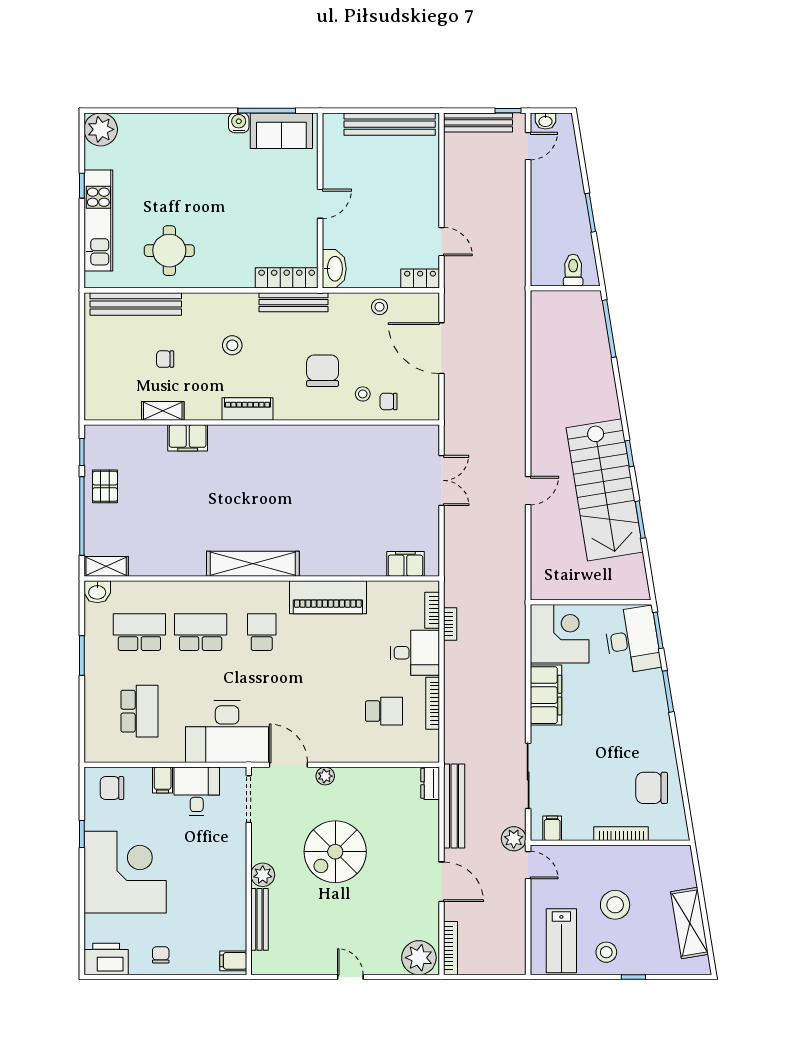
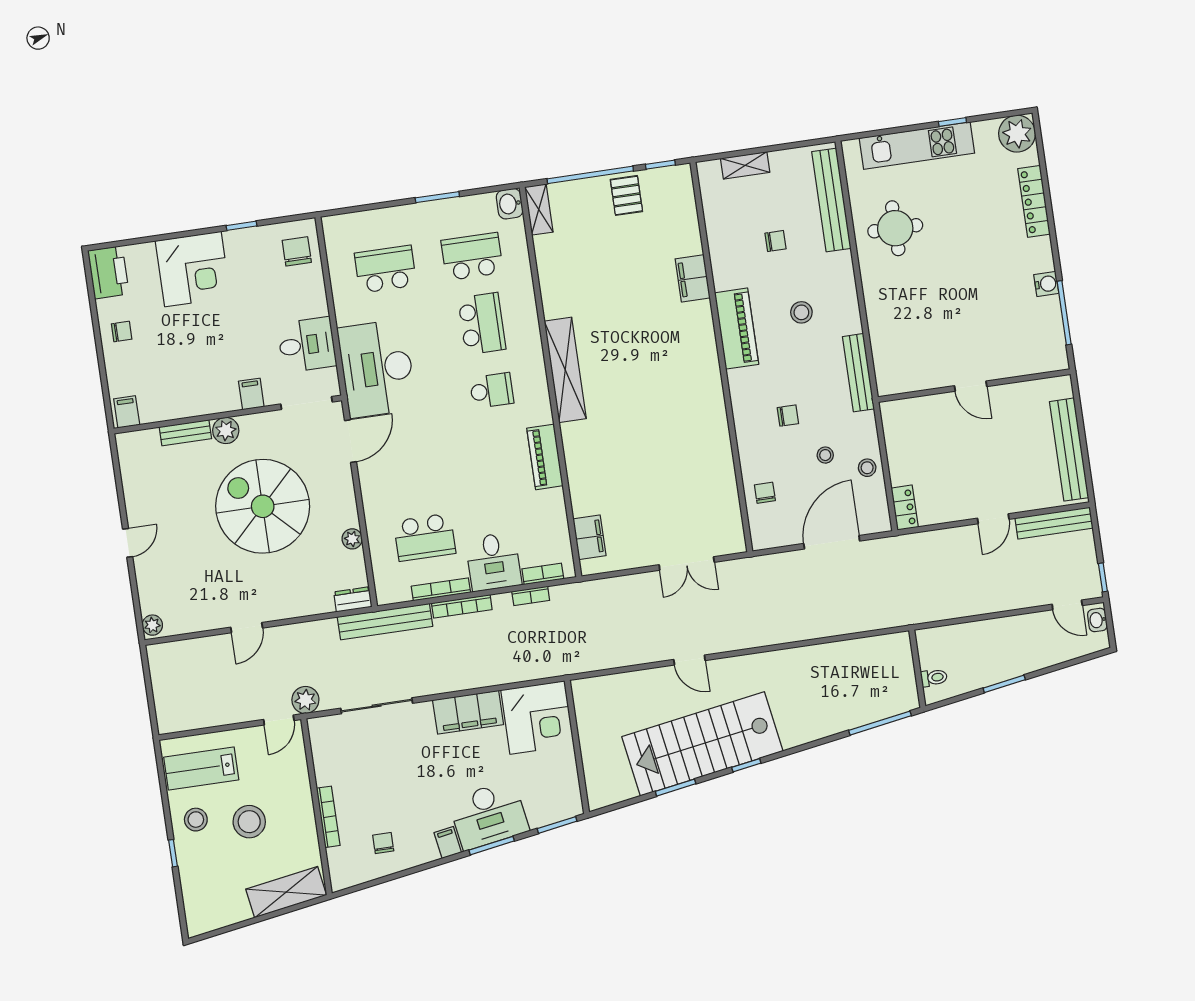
bench: (478, 122) -> (1054, 523), moved, turned 90
sofa: (281, 131) -> (1045, 332), removed
door: (441, 242) -> (993, 519), moved
washbasin: (334, 269) -> (902, 412), removed
toilet: (573, 270) -> (934, 678), width x0.73, depth x0.72
locker: (287, 278) -> (1034, 201), moved, turned 180
chair: (165, 359) -> (776, 241), turned 90
chair: (323, 371) -> (788, 416), width x0.54, depth x0.54
stool: (363, 394) -> (825, 455), moved
piano: (248, 409) -> (737, 329), width x1.37, depth x1.33
shelving: (163, 411) -> (745, 165), moved, turned 90
pallet: (105, 486) -> (626, 195), turned 90
piano: (328, 597) -> (545, 457), width x0.73, depth x0.75
school desk: (139, 632) -> (472, 257), turned -90
desk: (632, 640) -> (489, 815), moved
school desk: (139, 711) -> (386, 269), turned 180
school desk: (384, 711) -> (425, 537), width x1.85
plant: (325, 776) -> (352, 539), moved
filing cabinet: (163, 780) -> (251, 394), moved, turned 90
chair: (652, 788) -> (383, 843), width x0.54, depth x0.54
bench: (454, 806) -> (385, 622), moved
filing cabinet: (552, 828) -> (448, 843), moved, turned -99
spiral stairs: (335, 852) -> (263, 506), width x1.37, depth x1.37
corner desk: (125, 872) -> (193, 269), width x0.74, depth x0.74
door: (441, 882) -> (247, 628), width x0.73
bench: (260, 919) -> (185, 433), width x0.73
shelving: (690, 923) -> (286, 892), moved
bookcase: (450, 948) -> (462, 606), moved
plant: (419, 958) -> (152, 625), width x0.53, depth x0.53

